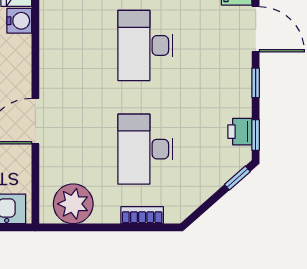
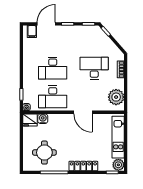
desk: (74, 45) -> (53, 97), added
printer: (240, 132) -> (87, 30), removed
desk: (145, 149) -> (94, 68), turned 180

